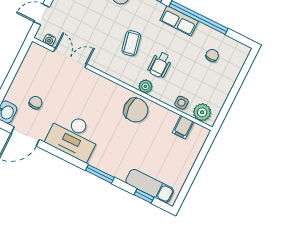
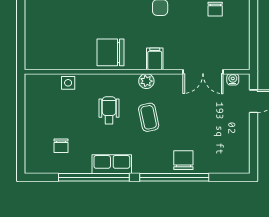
plant: (145, 86) -> (146, 81), moved
plant: (202, 112) -> (42, 84), removed
filing cabinet: (183, 127) -> (155, 59), moved

